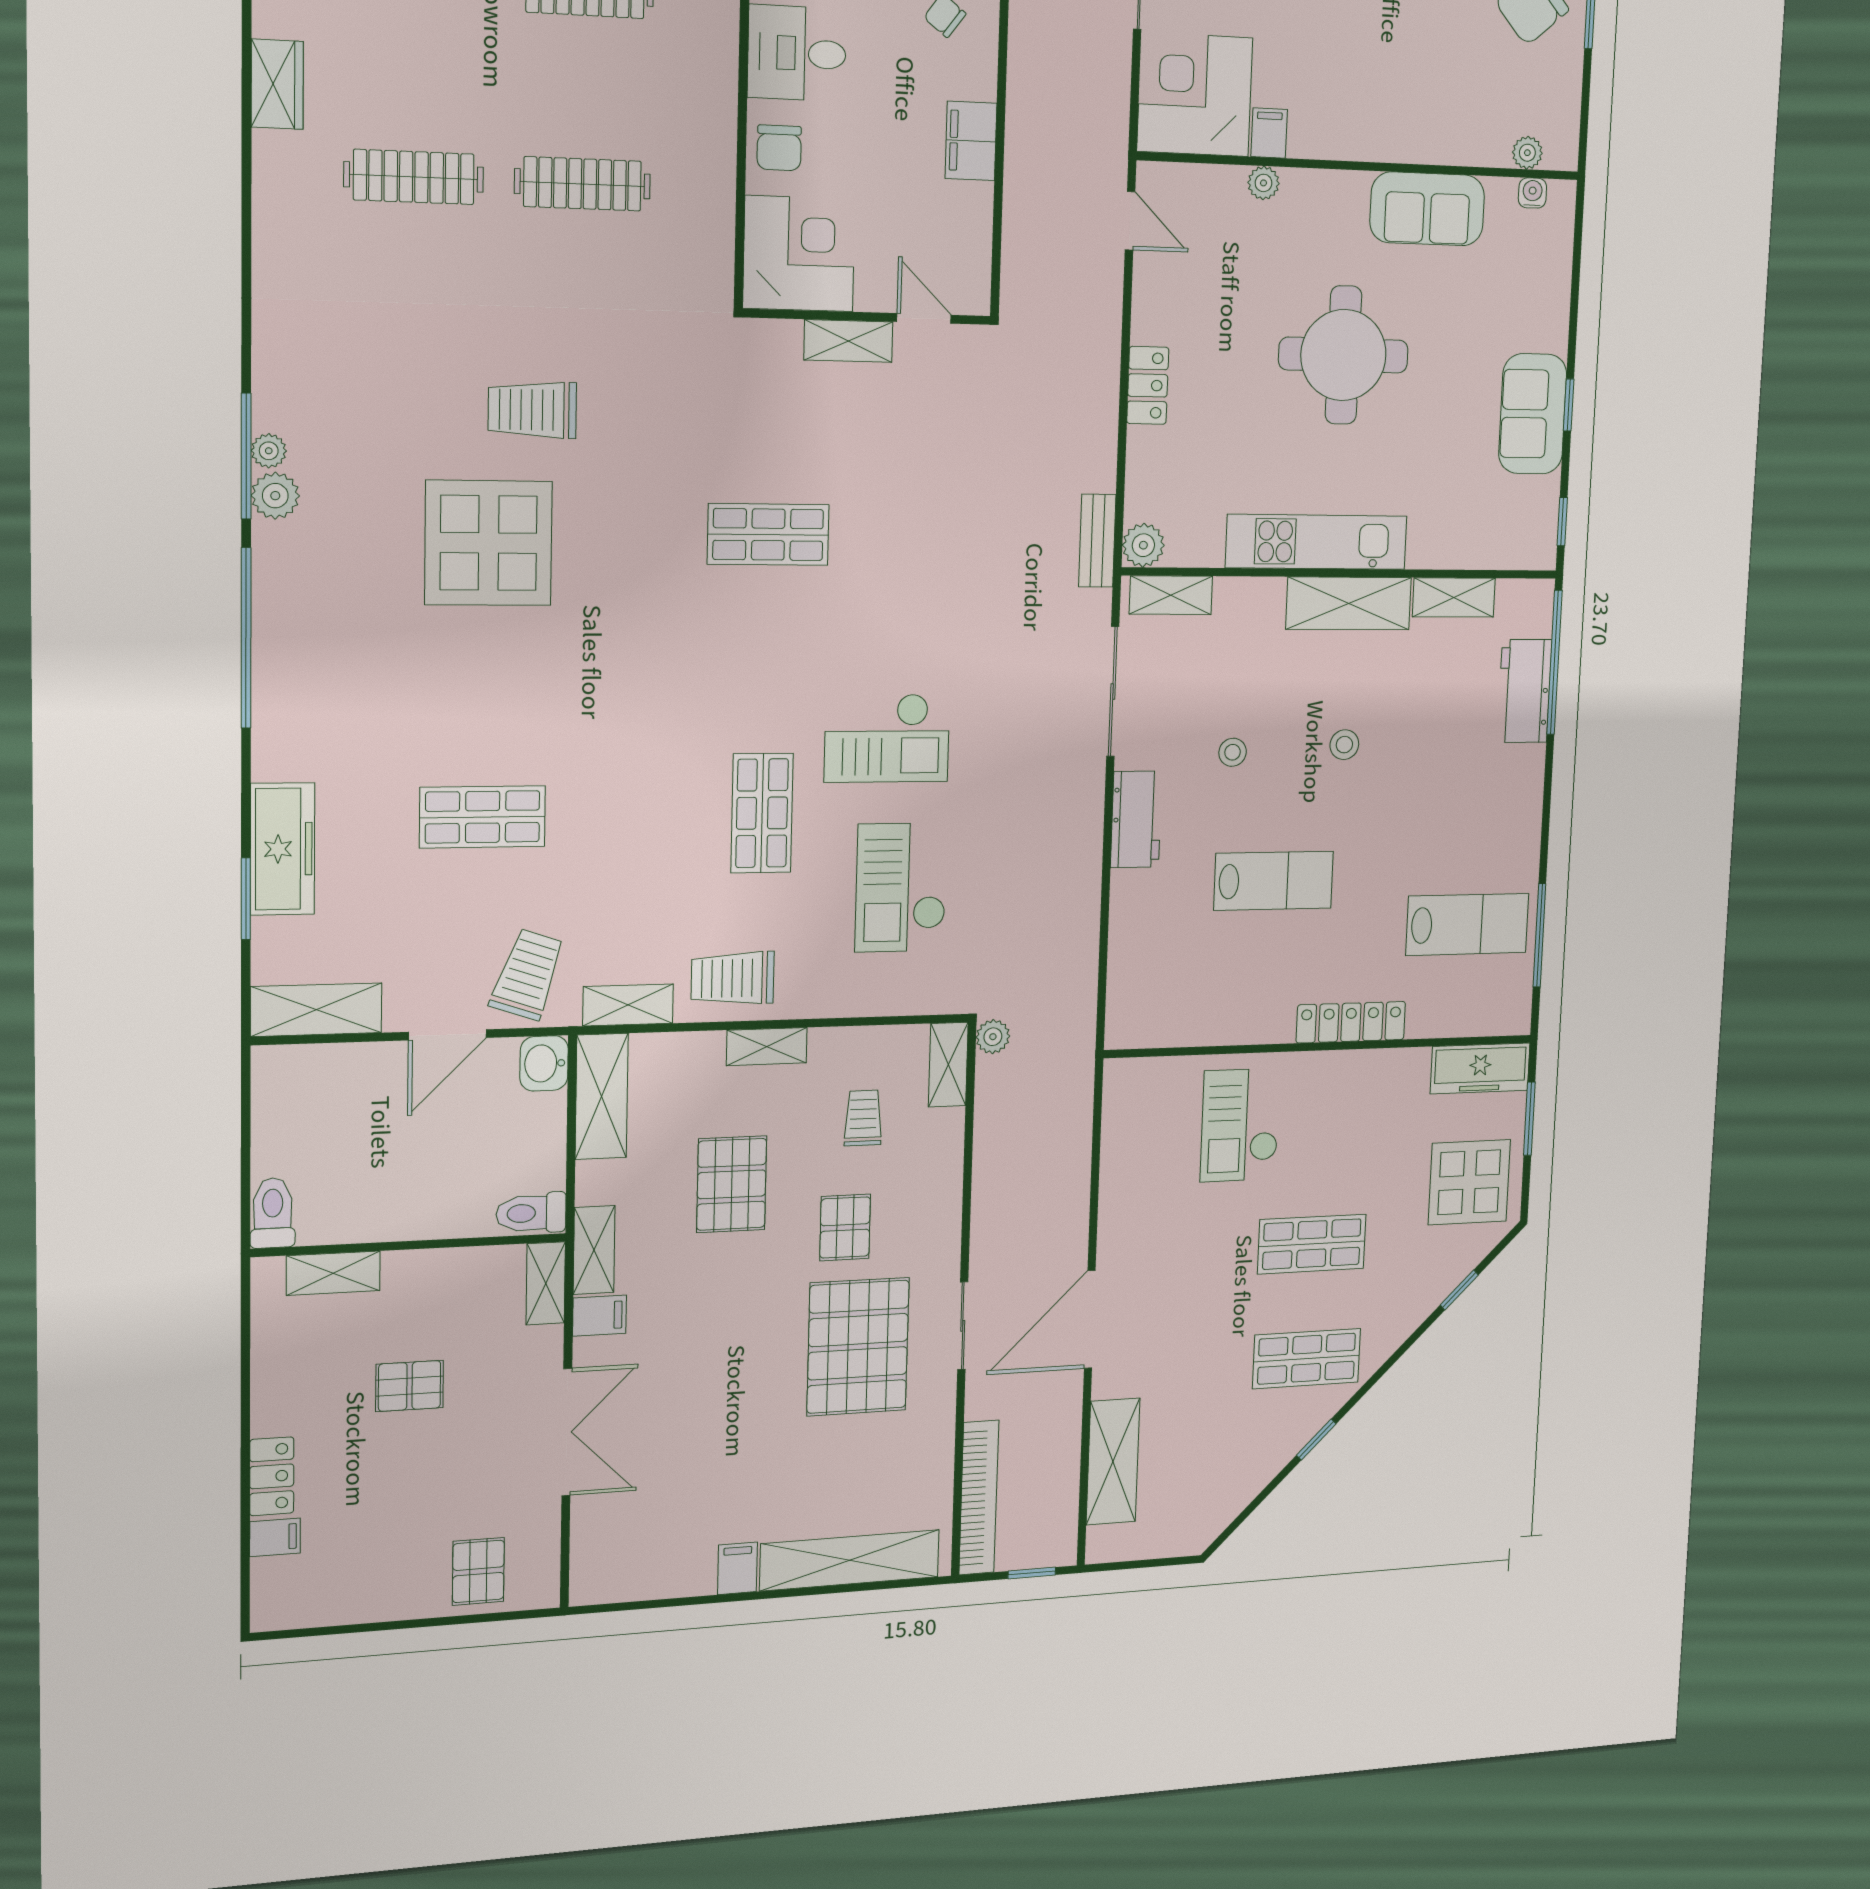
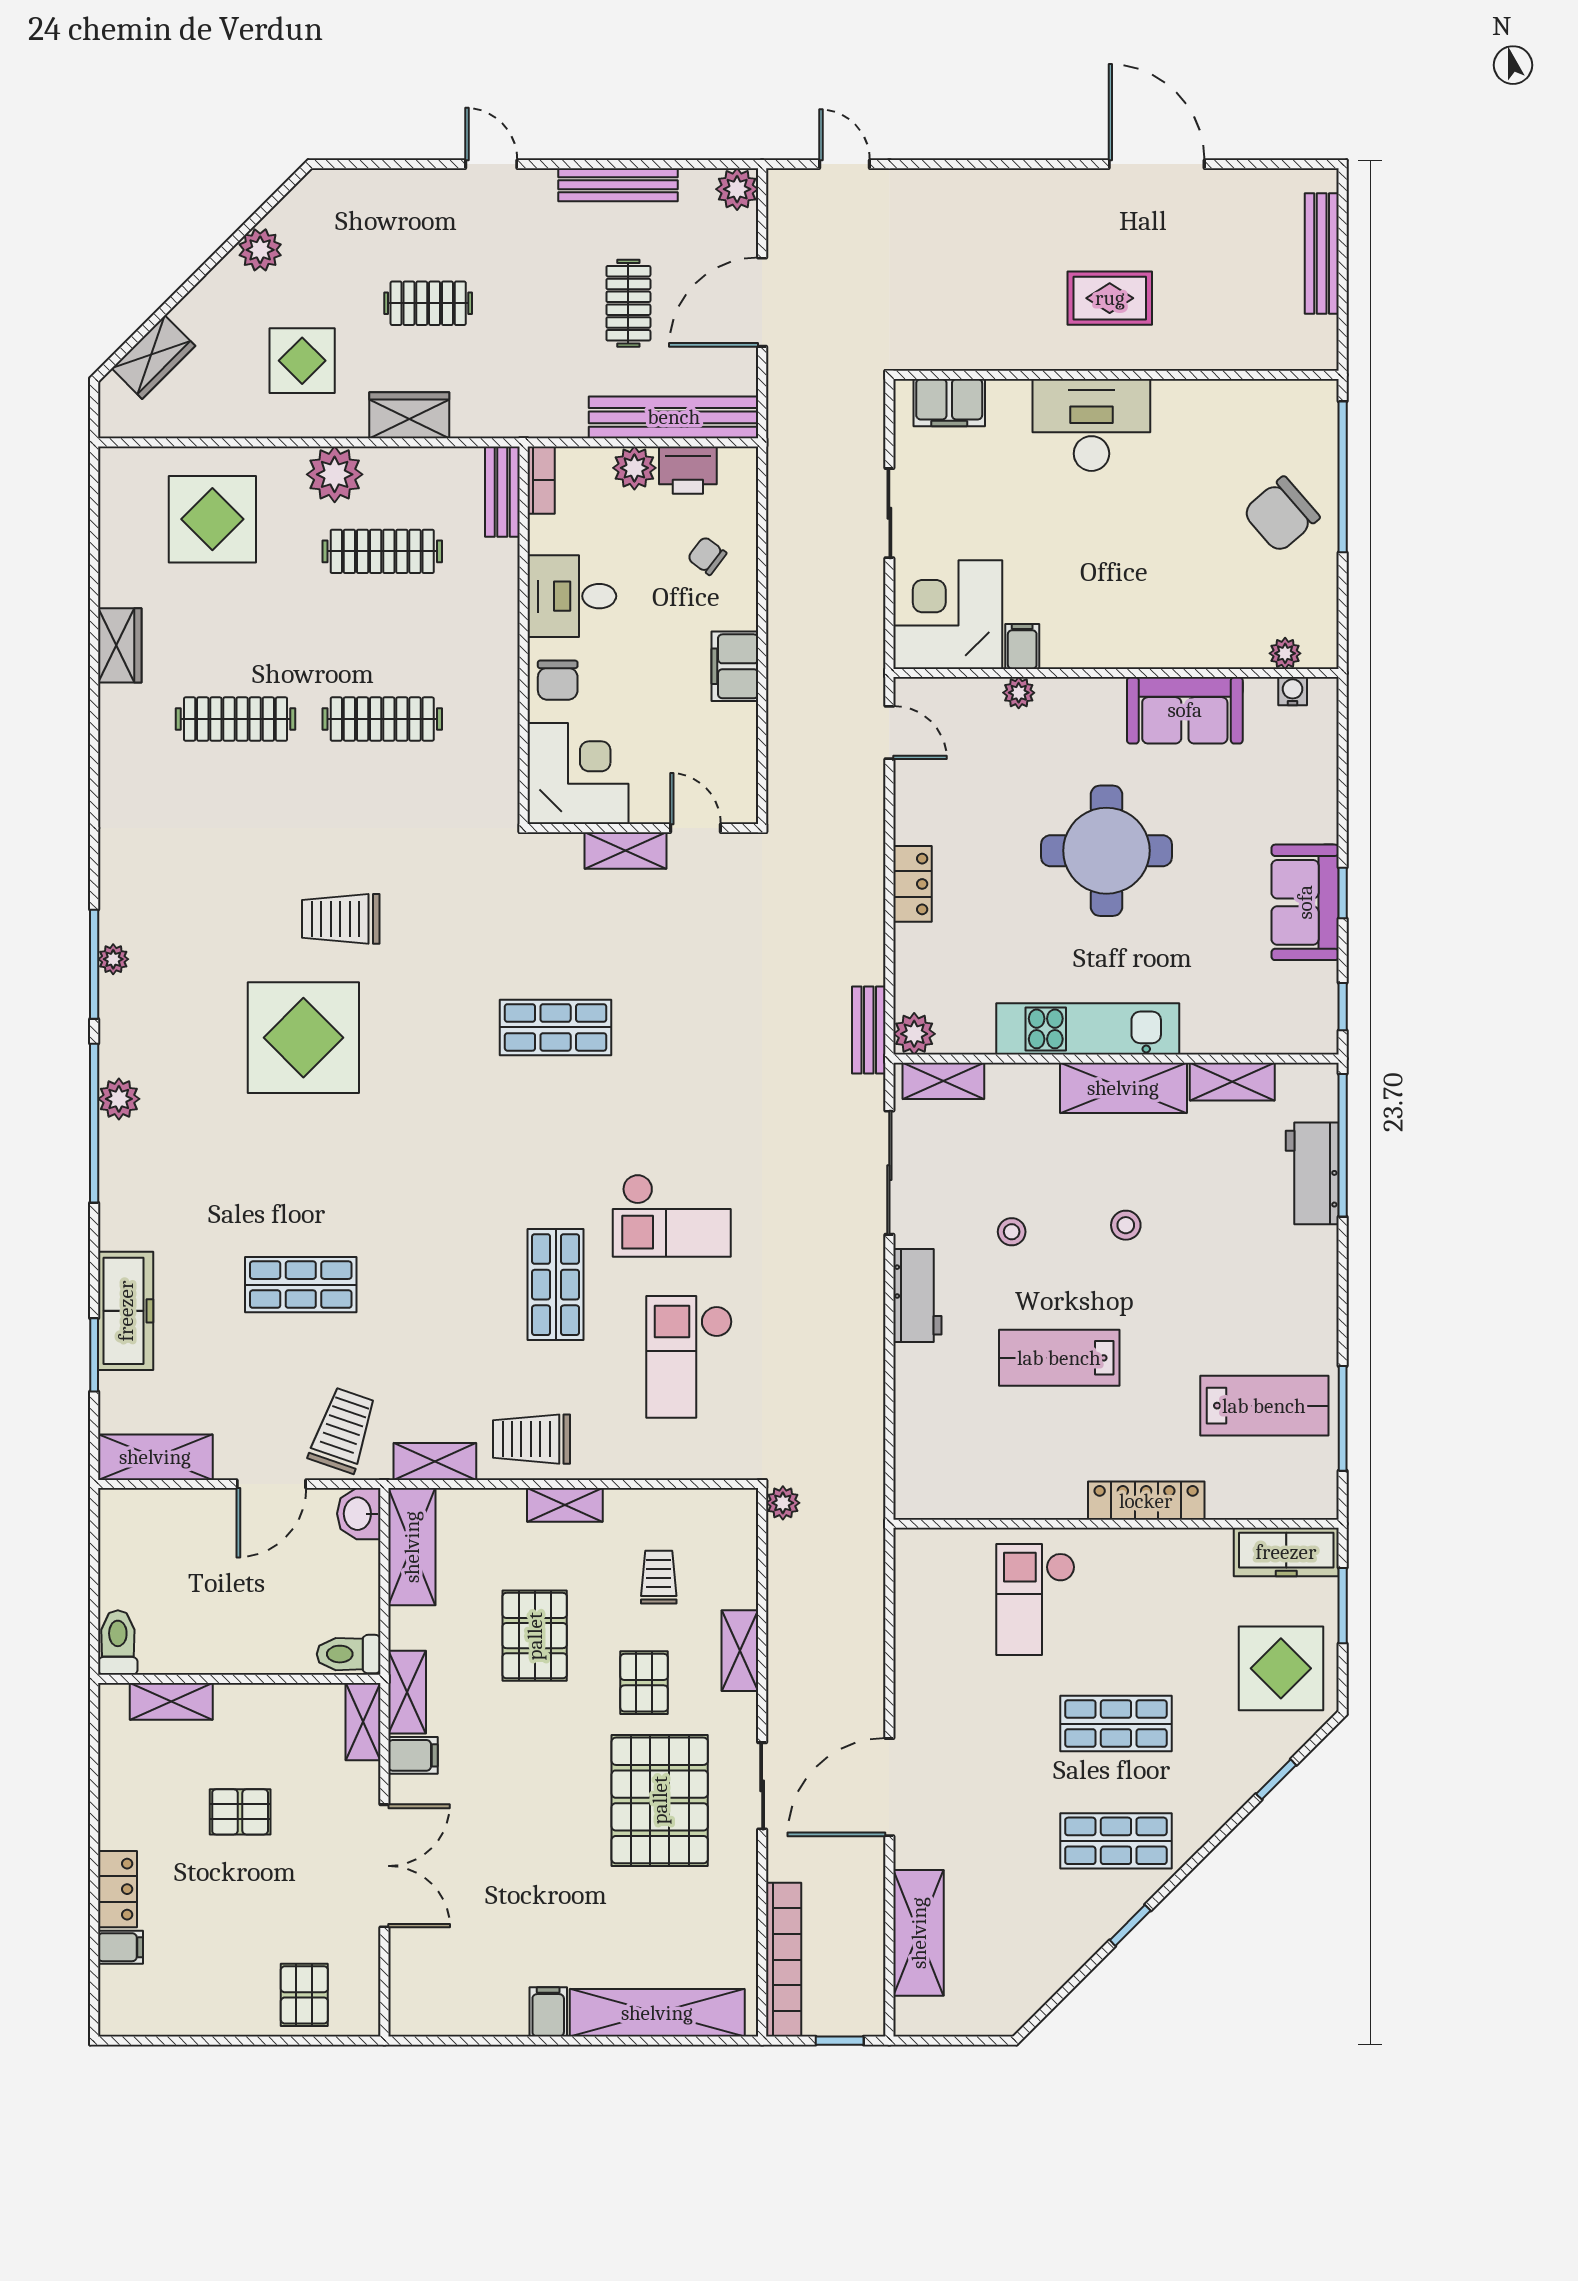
plant: (275, 496) -> (119, 1099), moved
lab bench: (1274, 881) -> (1059, 1358), turned 180
shelving: (948, 1065) -> (740, 1651), moved

